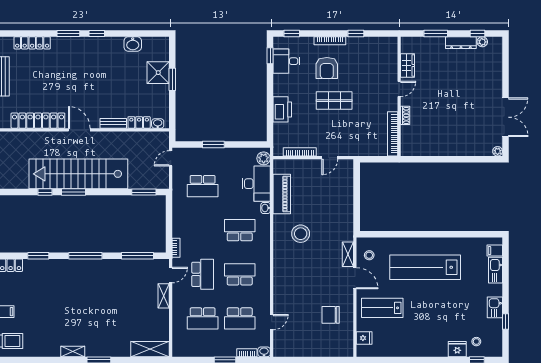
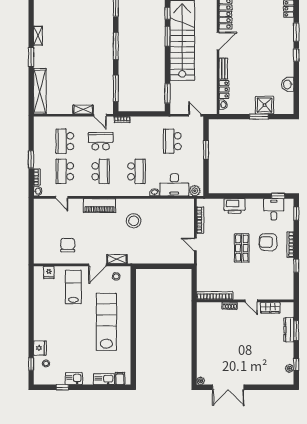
dresser: (461, 43) -> (289, 330), moved
piano: (282, 194) -> (100, 205), moved
school desk: (203, 274) -> (101, 141), turned 180
shelving: (150, 349) -> (40, 91), width x1.47

